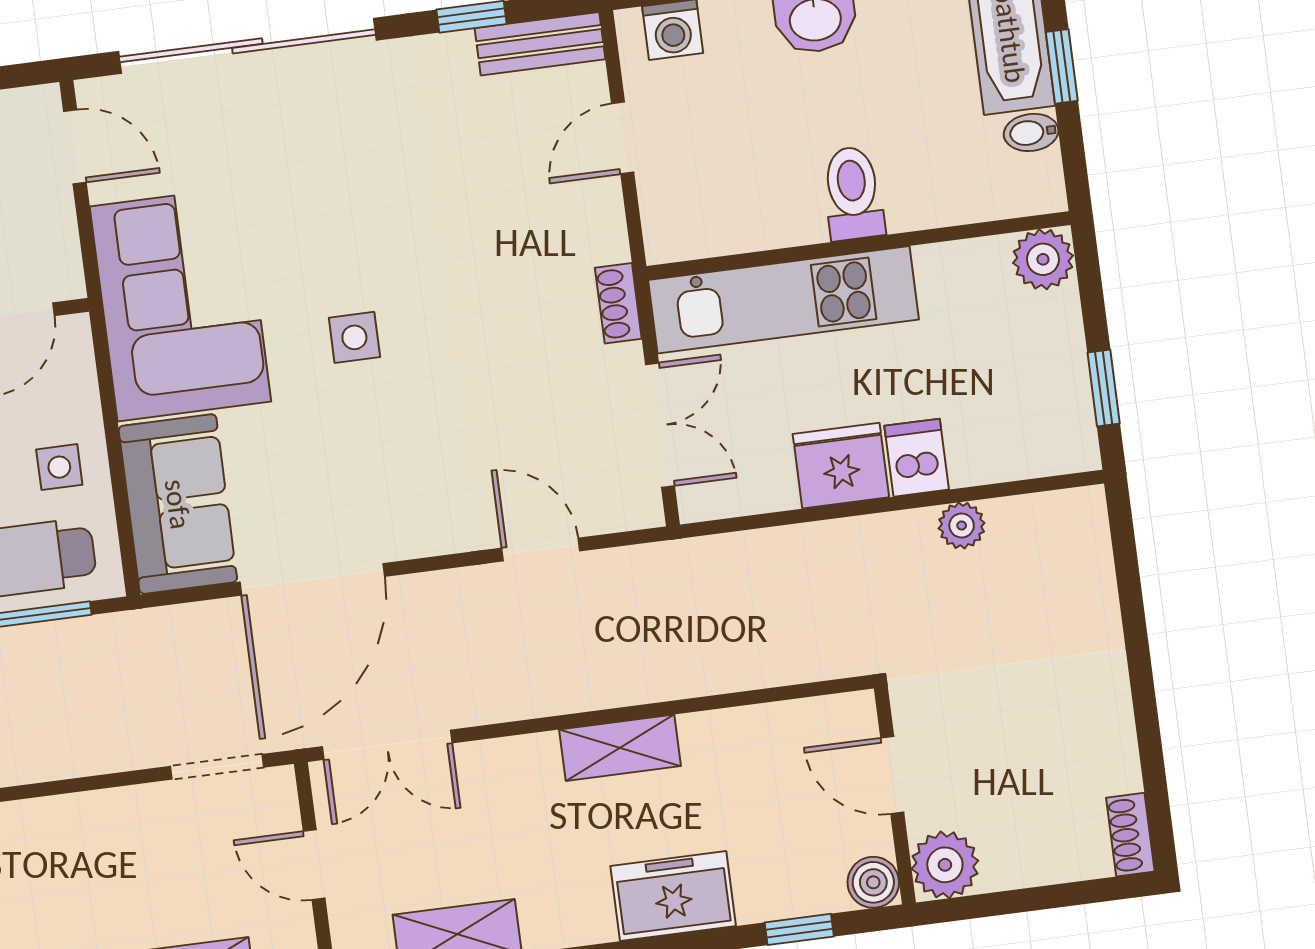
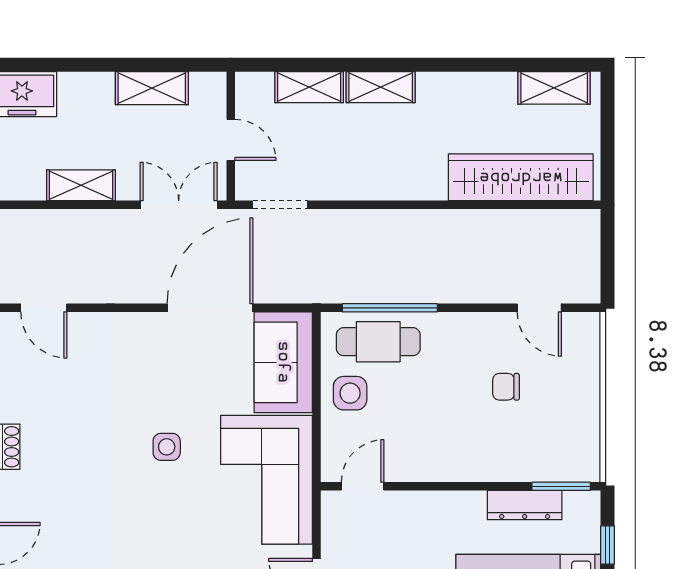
side table: (59, 467) -> (350, 393), width x1.37, depth x1.37
door: (541, 550) -> (44, 308), moved
shelving: (620, 748) -> (81, 185), moved

